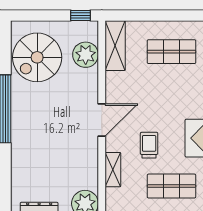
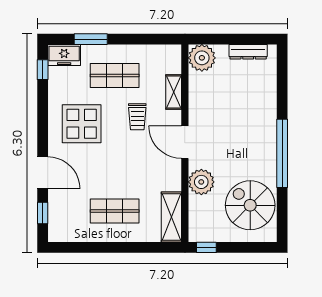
plant: (86, 55) -> (201, 182), moved
spiral stairs: (37, 57) -> (250, 205), turned -90
door: (102, 120) -> (185, 142), hinge flipped

